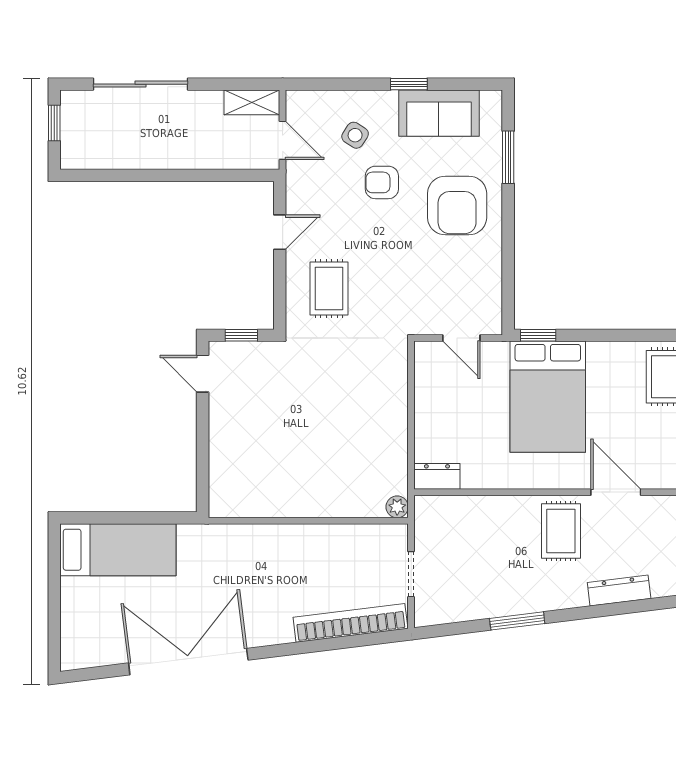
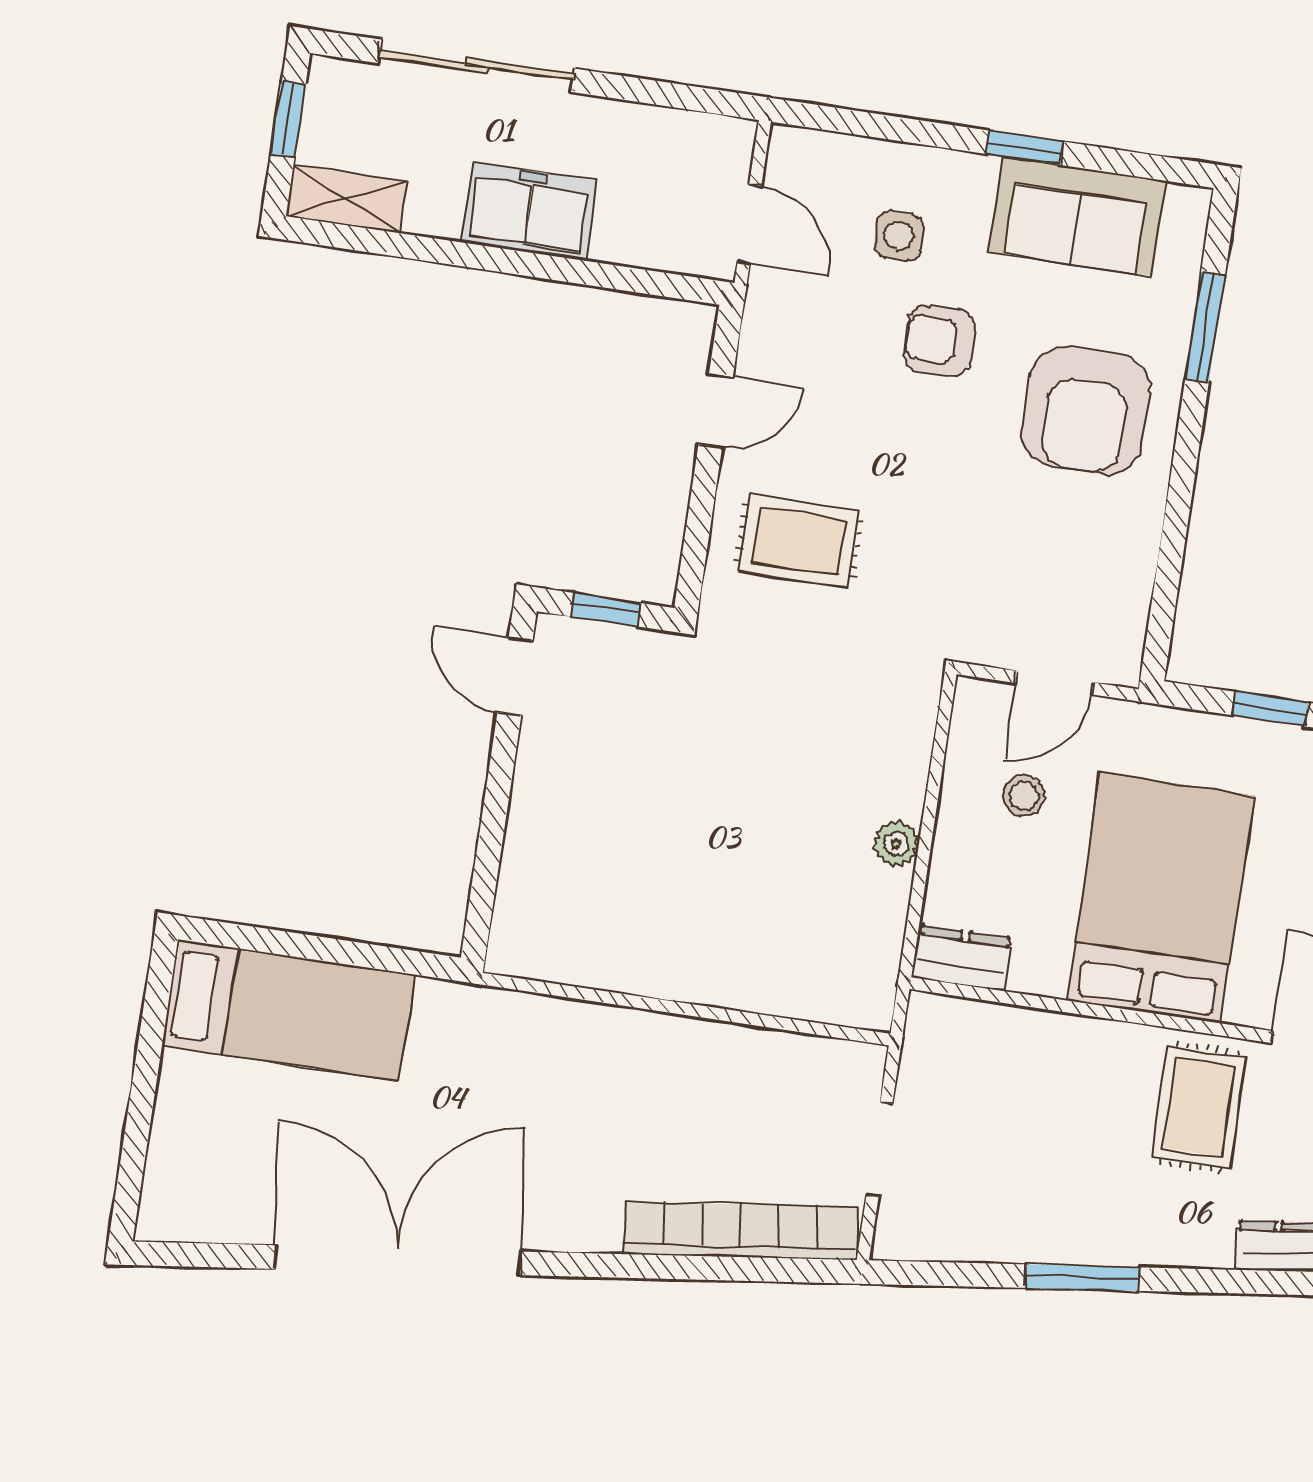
shelving: (252, 102) -> (346, 199), moved
side table: (355, 135) -> (899, 236), turned -33
freezer: (176, 150) -> (529, 211), added
rug: (329, 289) -> (799, 541), turned 90
window: (538, 335) -> (1270, 709), moved
door: (461, 338) -> (1054, 683), hinge flipped
stool: (455, 394) -> (1024, 796), added
bed: (548, 397) -> (1160, 898), moved, turned 180
plant: (397, 507) -> (896, 844), moved

